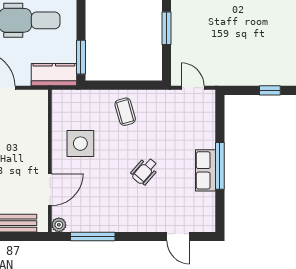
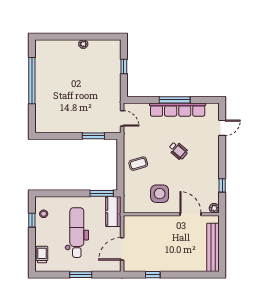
window: (166, 28) -> (93, 136), moved
door: (193, 88) -> (122, 118), swing flipped
row of seats: (206, 170) -> (178, 110), width x2.02
window: (93, 237) -> (222, 185), width x0.46

